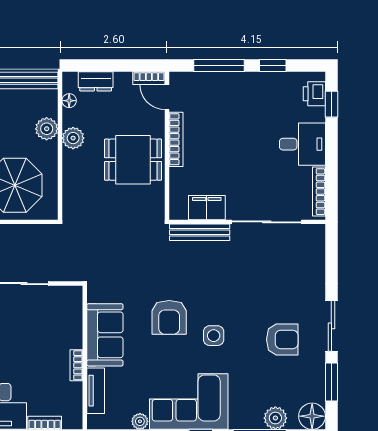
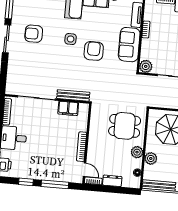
dresser: (96, 81) -> (112, 181), moved
dining table: (133, 160) -> (125, 126), moved
plant: (71, 297) -> (146, 66), added

